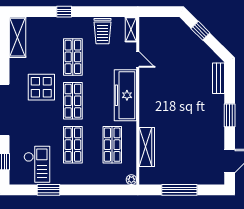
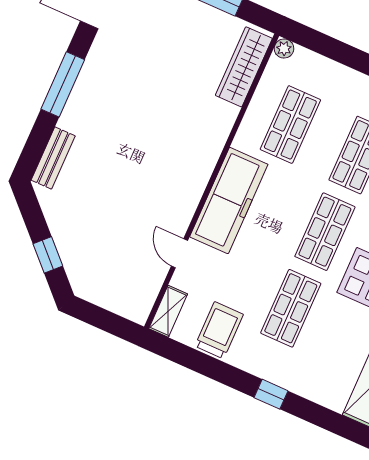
window: (230, 115) -> (63, 84), width x1.44
wardrobe: (147, 147) -> (244, 67), moved

